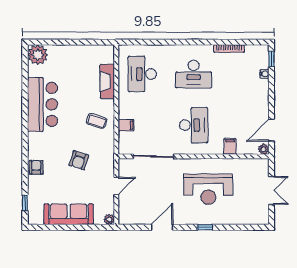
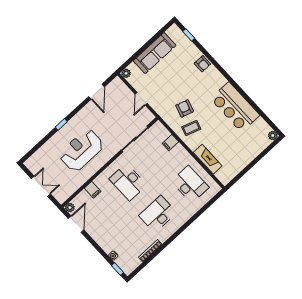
plant: (38, 55) -> (273, 136), width x0.53, depth x0.53
armchair: (79, 160) -> (185, 108), moved
double door: (271, 190) -> (41, 186), swing flipped
door: (162, 227) -> (97, 92), moved

